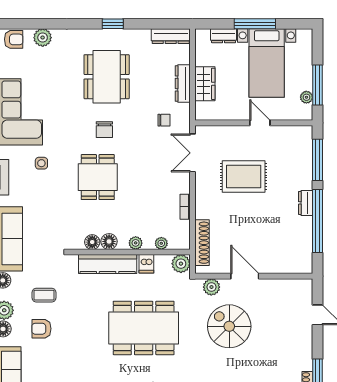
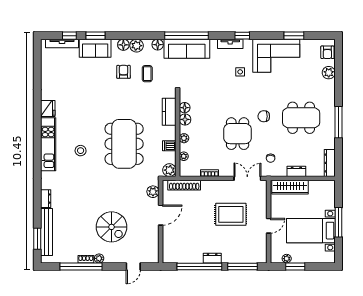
window: (113, 24) -> (338, 122), width x2.17
dresser: (224, 36) -> (330, 200), removed
dresser: (183, 83) -> (296, 171), width x0.70
wardrobe: (205, 84) -> (290, 187), width x1.50
window: (318, 85) -> (295, 266), width x0.69
rug: (244, 176) -> (231, 214), turned 90
dining table: (98, 177) -> (238, 134), moved, turned 90
kitchen counter: (108, 264) -> (169, 112), width x0.67
spiral stairs: (229, 326) -> (112, 227), moved, turned 90
plant: (306, 363) -> (99, 258), added

